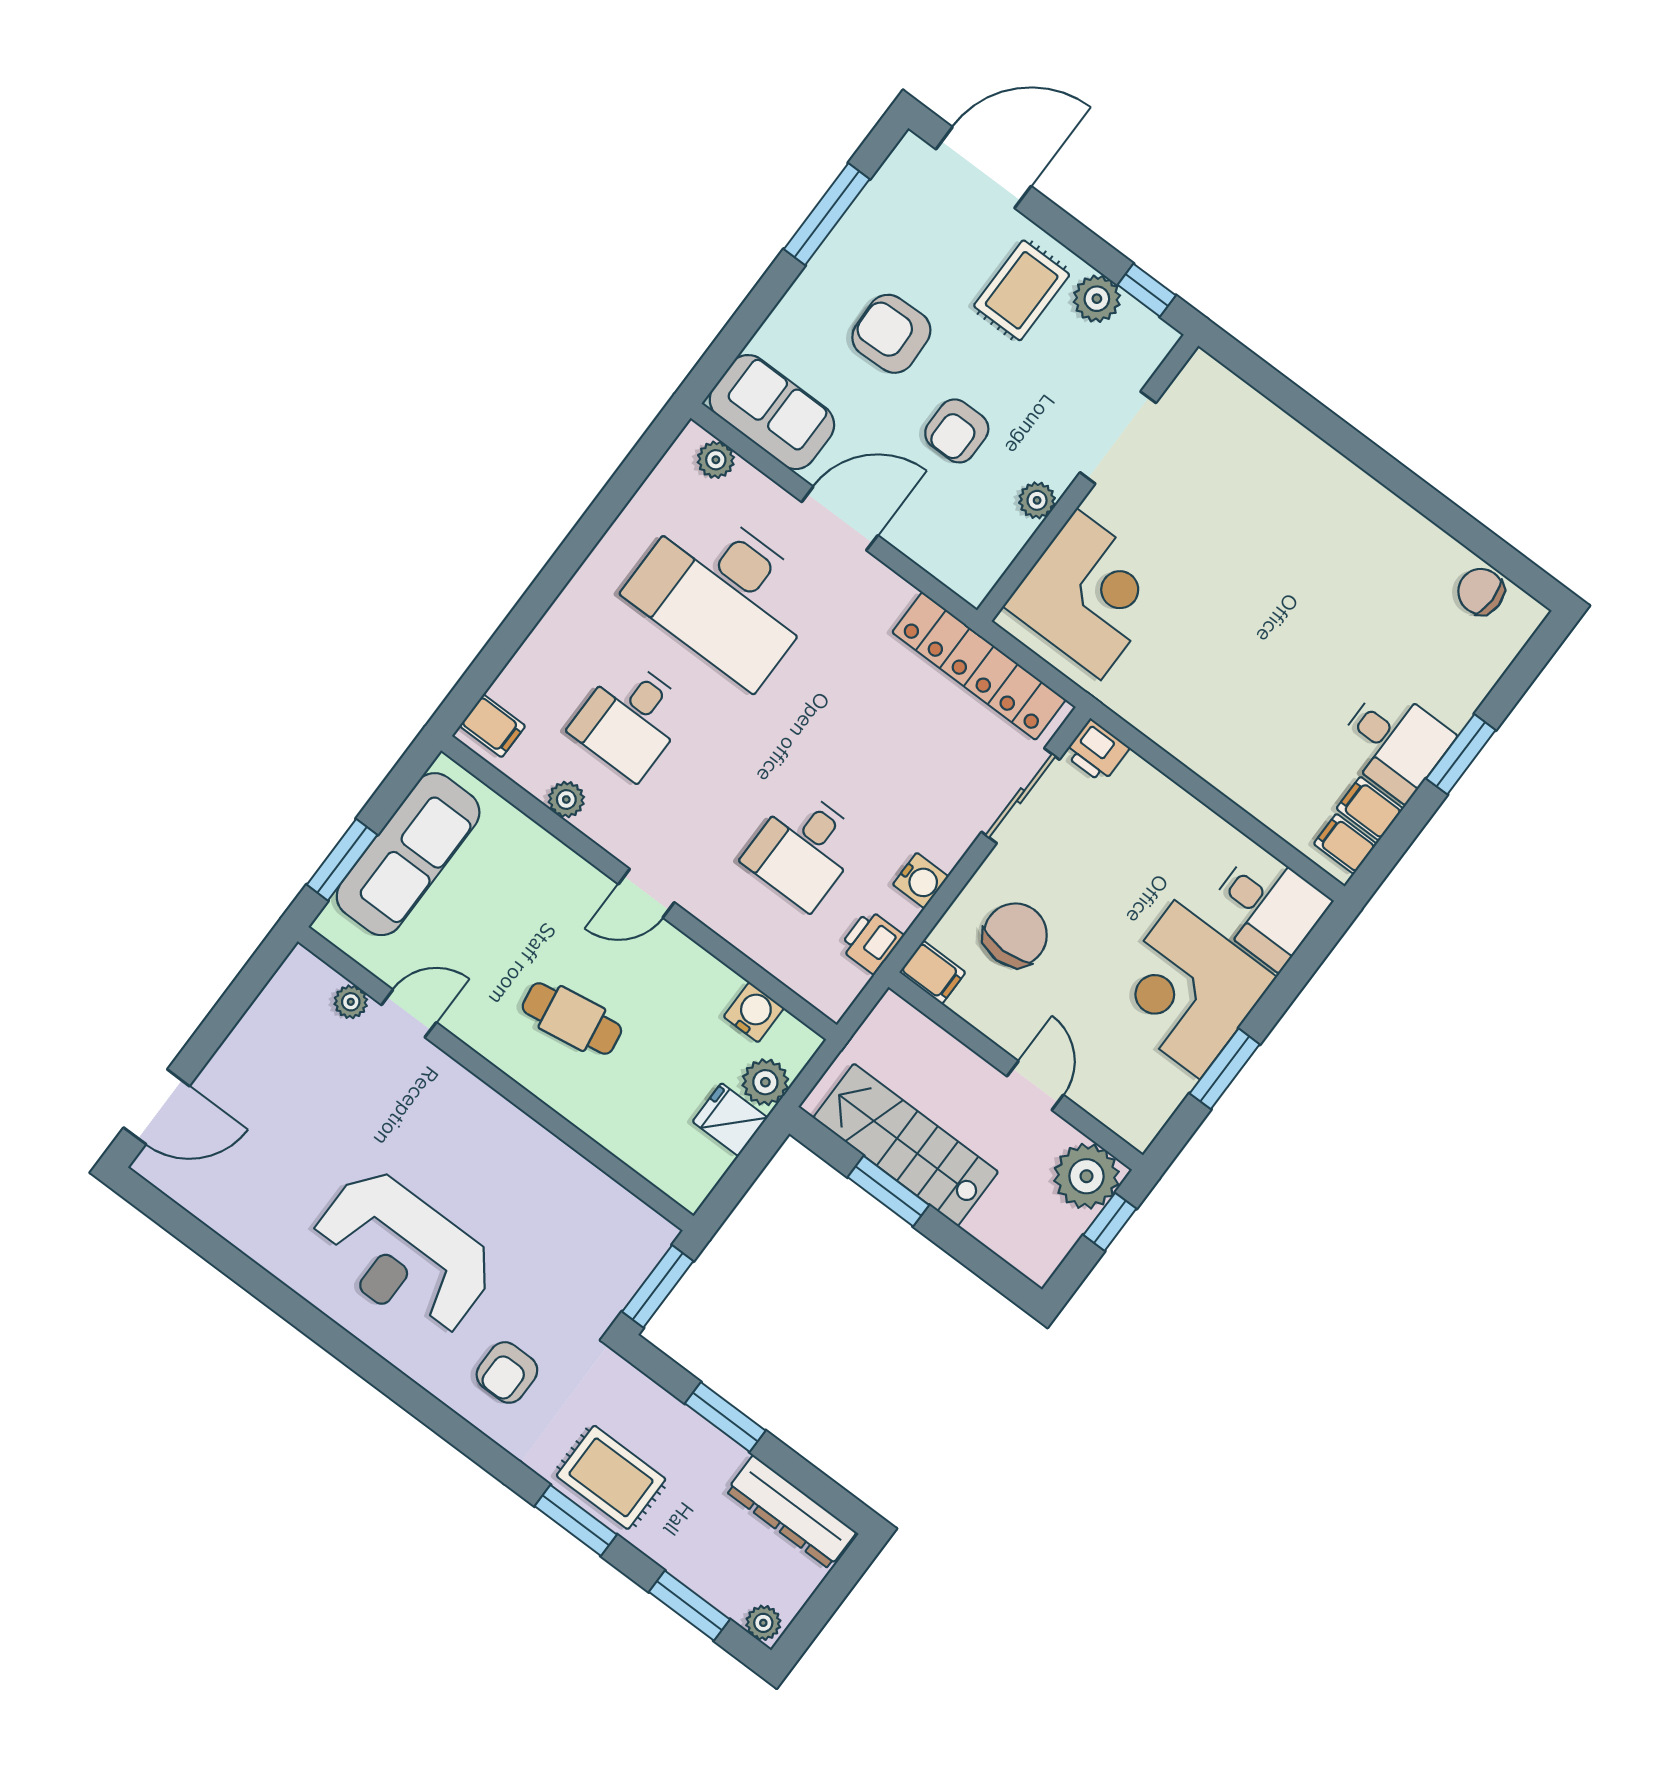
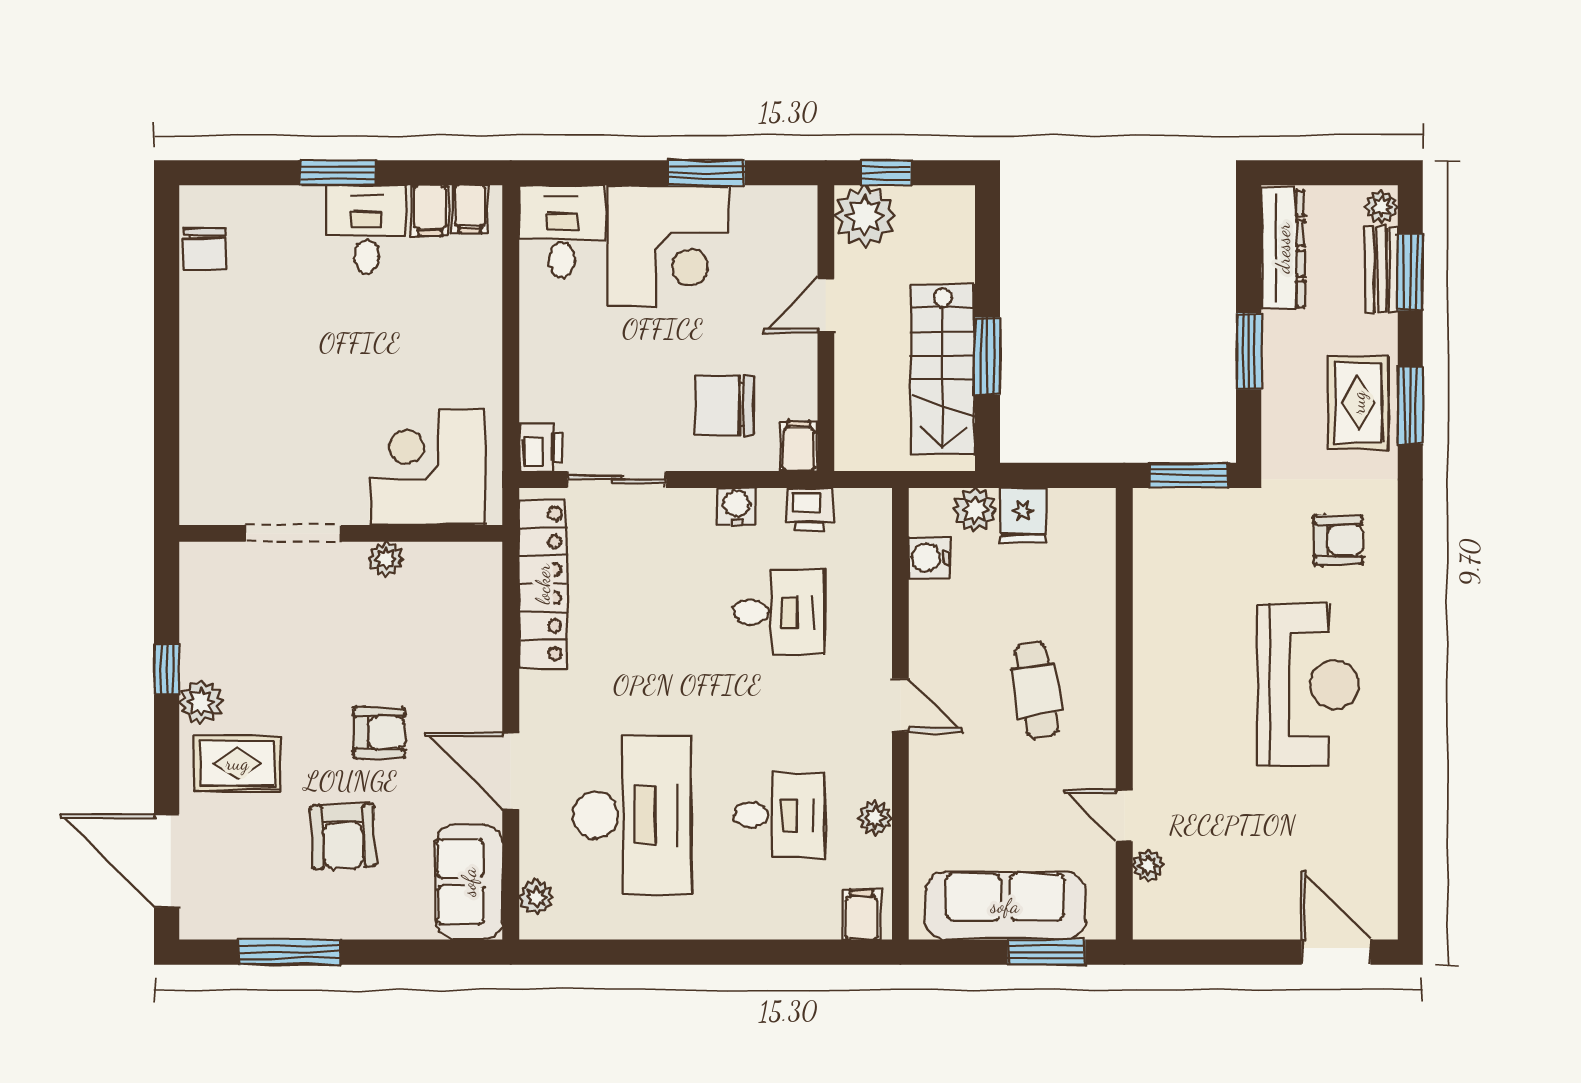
doorway: (1118, 438) -> (293, 533), moved
wall: (1088, 478) -> (341, 533), moved
plant: (1037, 500) -> (386, 559), moved
corner desk: (1089, 594) -> (427, 467), moved
bench: (710, 1583) -> (1381, 269), added

